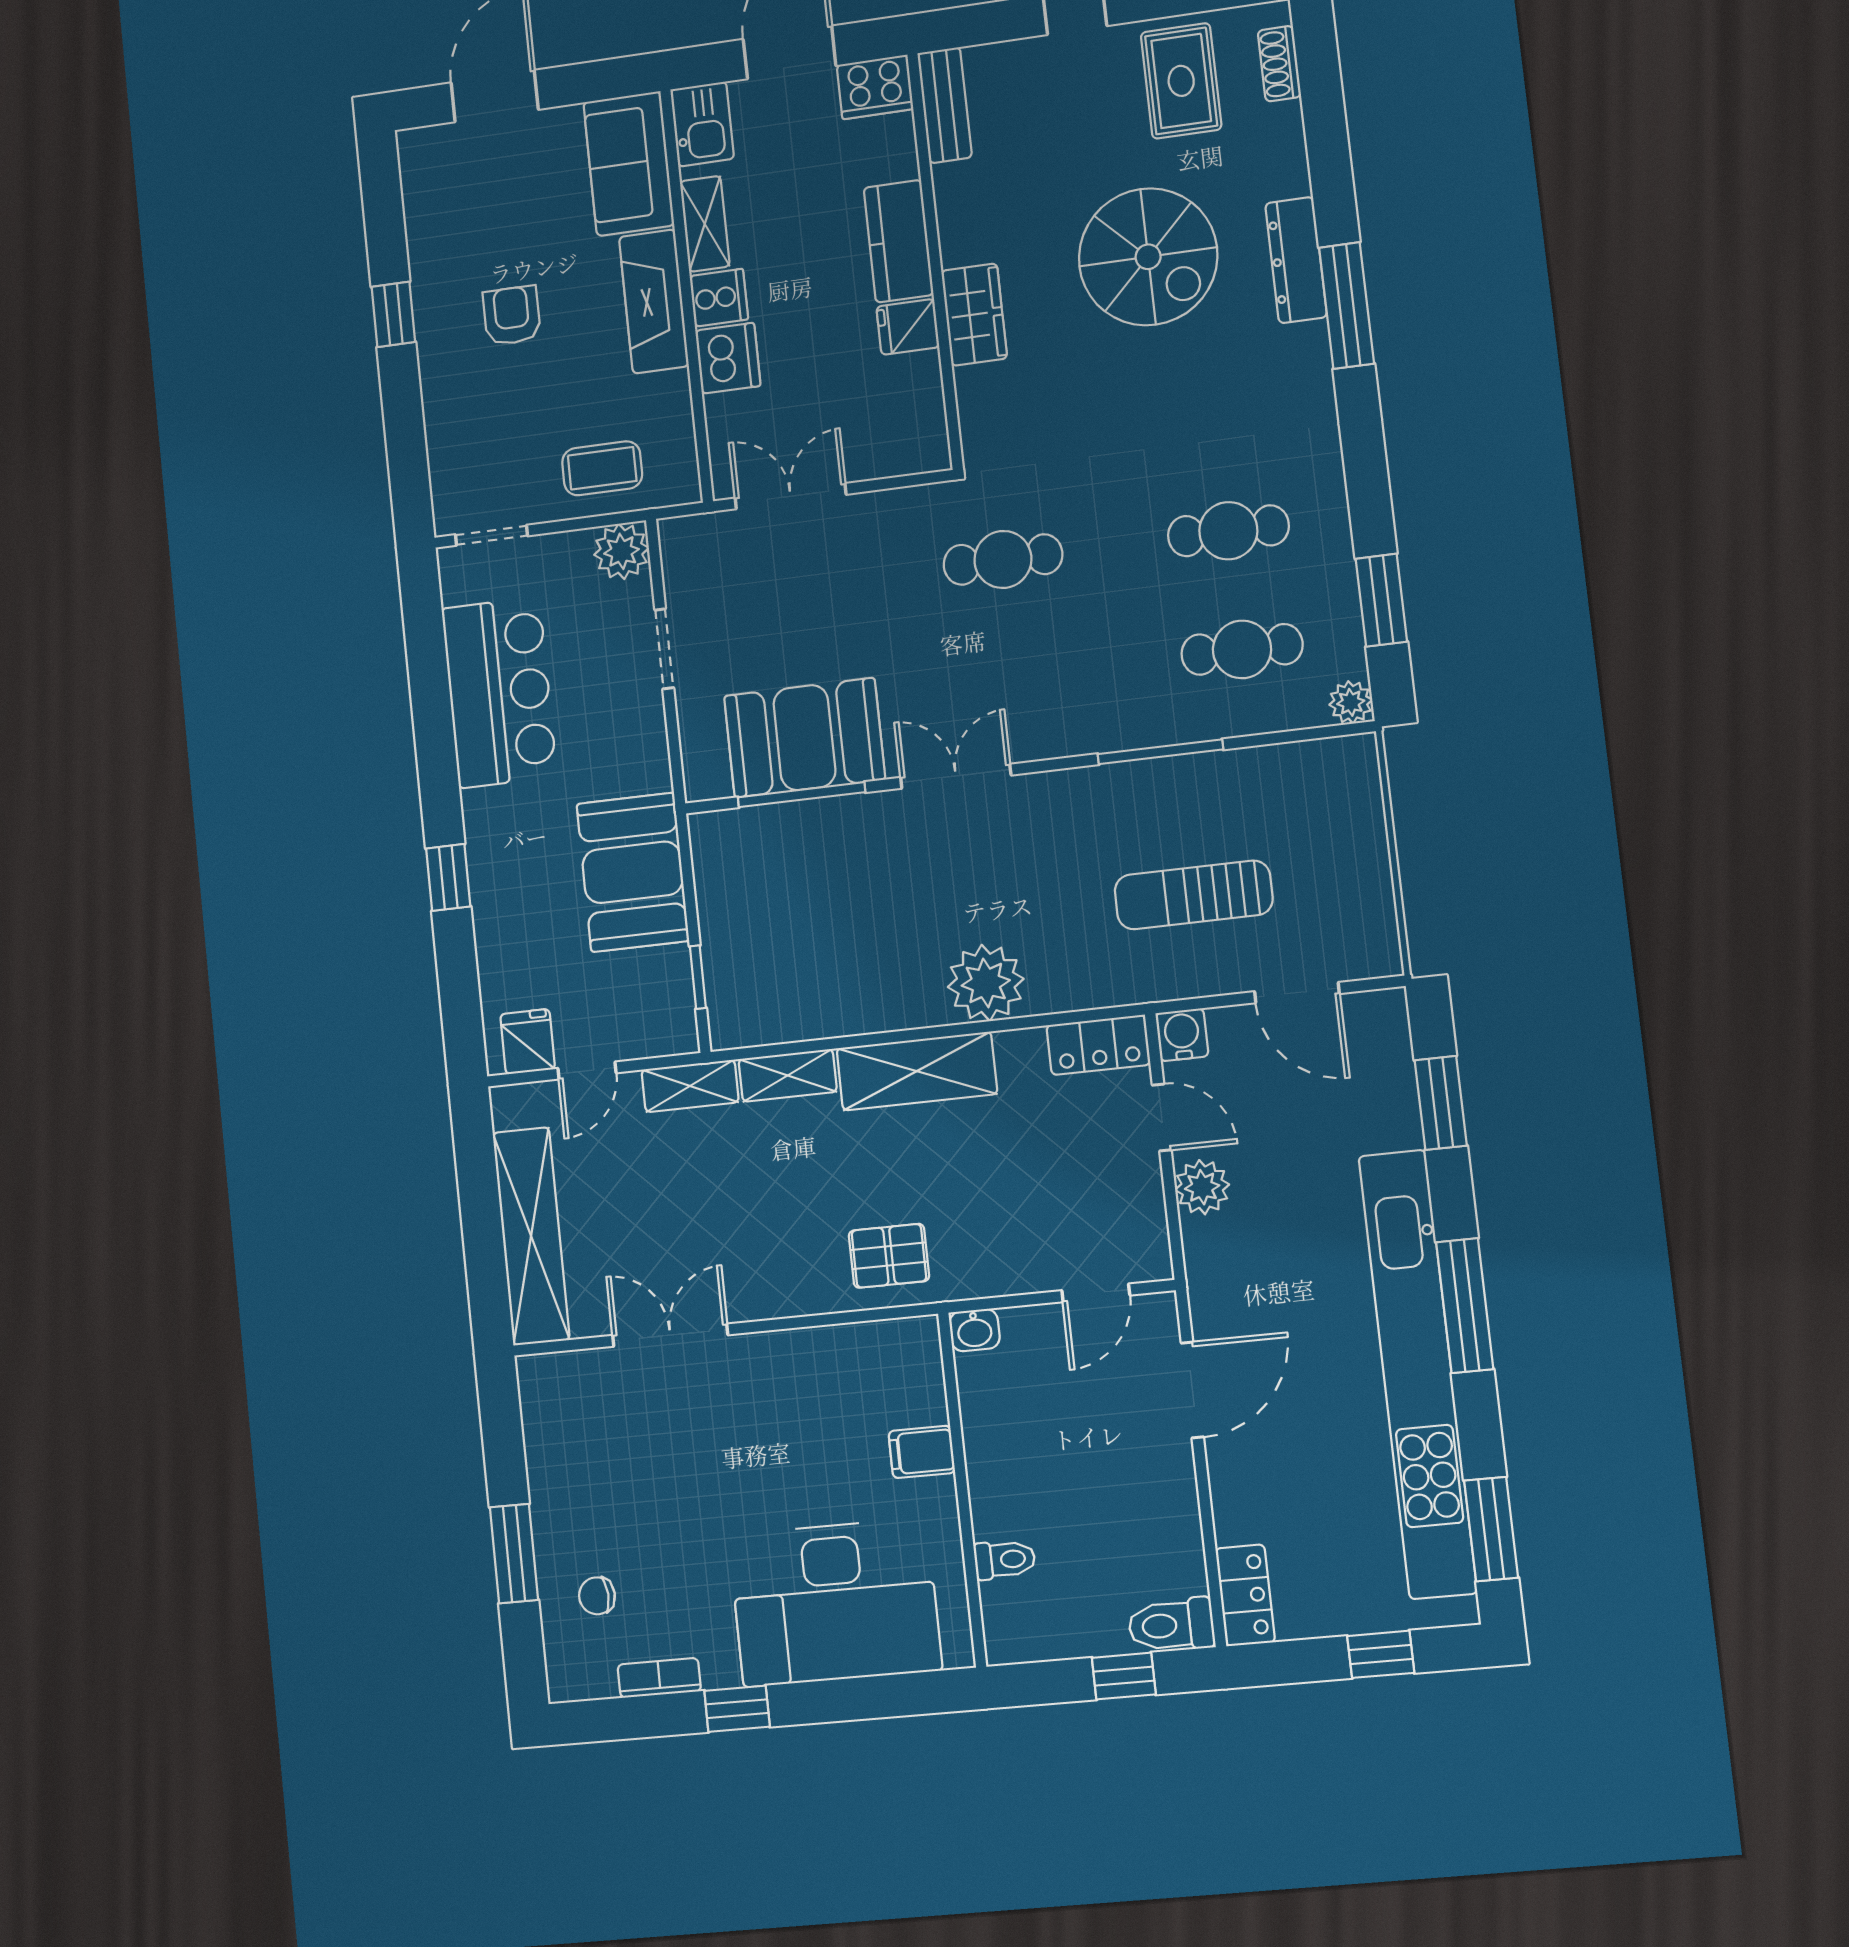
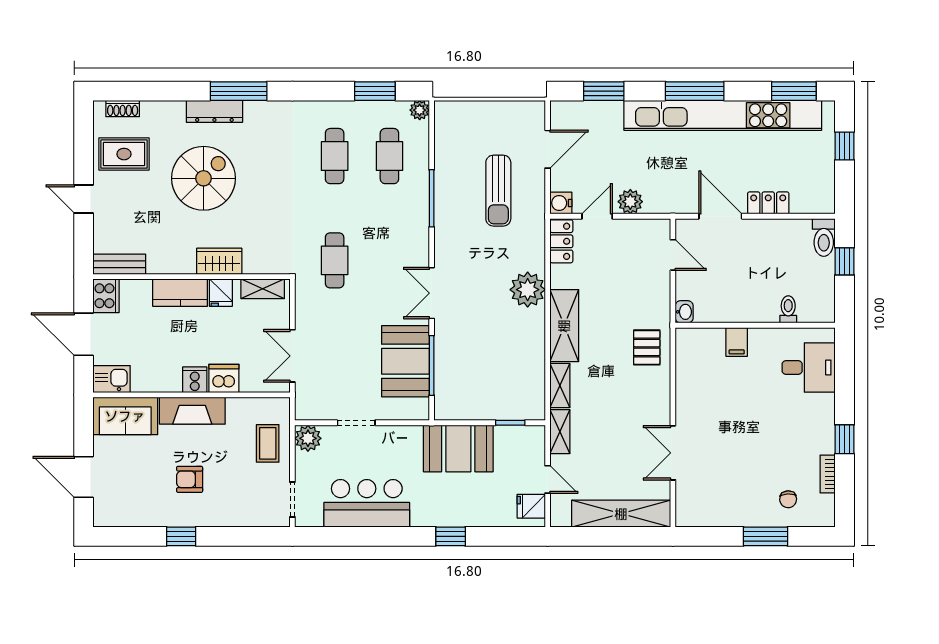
shelving: (705, 224) -> (263, 289), moved
locker: (1245, 1595) -> (768, 203), moved
desk: (835, 1602) -> (809, 367), width x0.53, depth x0.77

